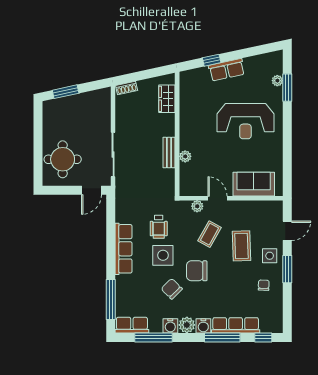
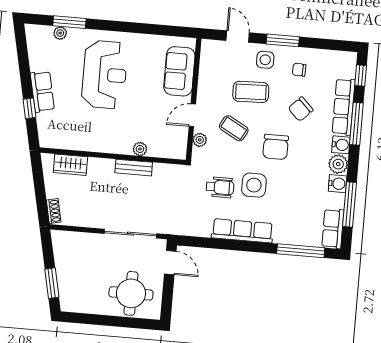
chair: (172, 289) -> (301, 109), moved

